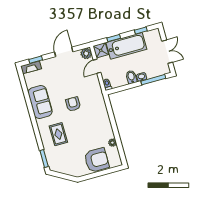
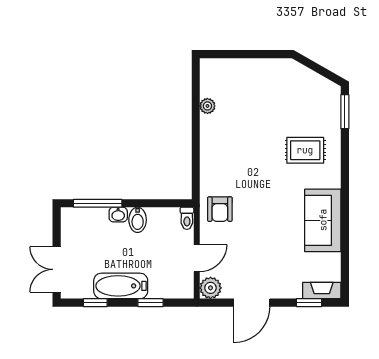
bathtub: (126, 46) -> (121, 286), width x0.73, depth x0.73
shower: (101, 50) -> (181, 286), removed
double door: (167, 52) -> (57, 269), moved
armchair: (73, 104) -> (220, 209), moved
rug: (58, 134) -> (305, 150), turned 90
armchair: (97, 160) -> (247, 81), removed

